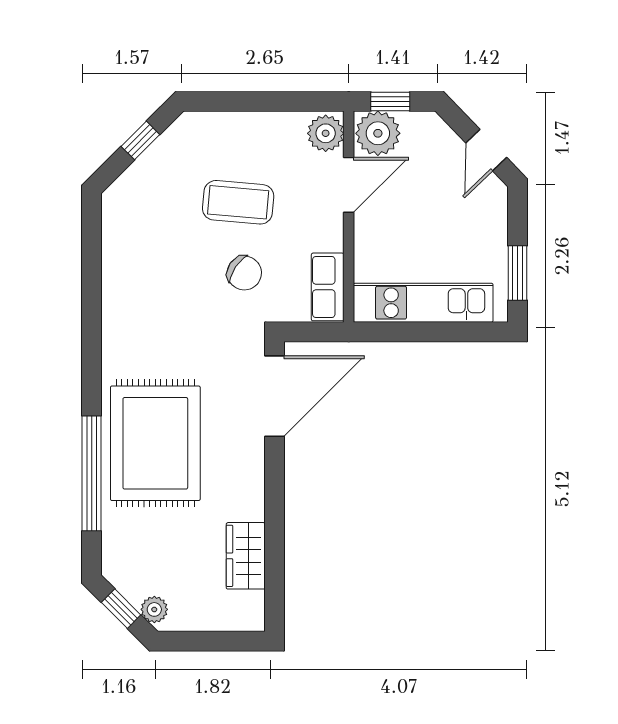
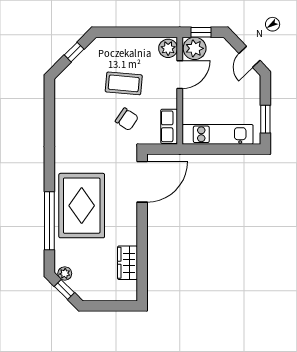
plant: (154, 609) -> (65, 273), moved

